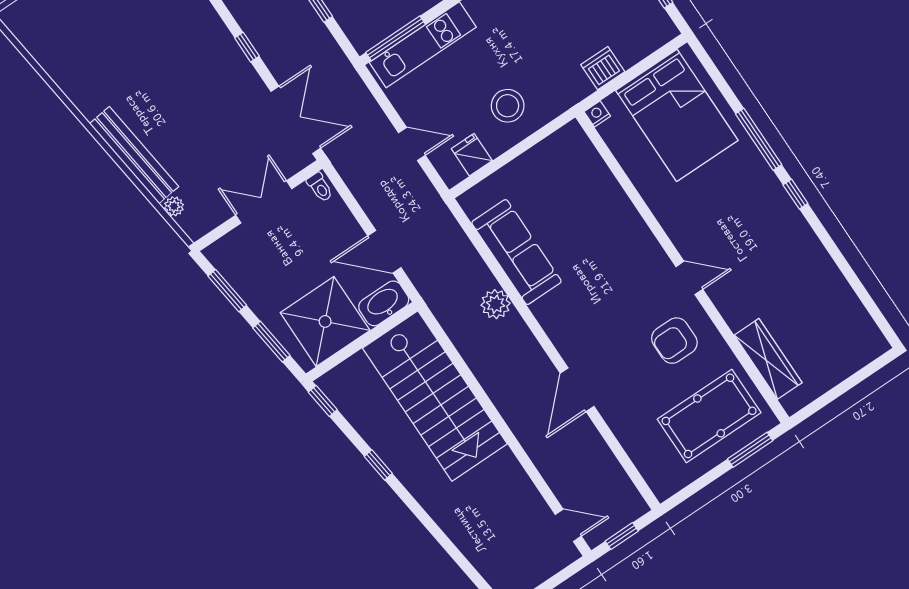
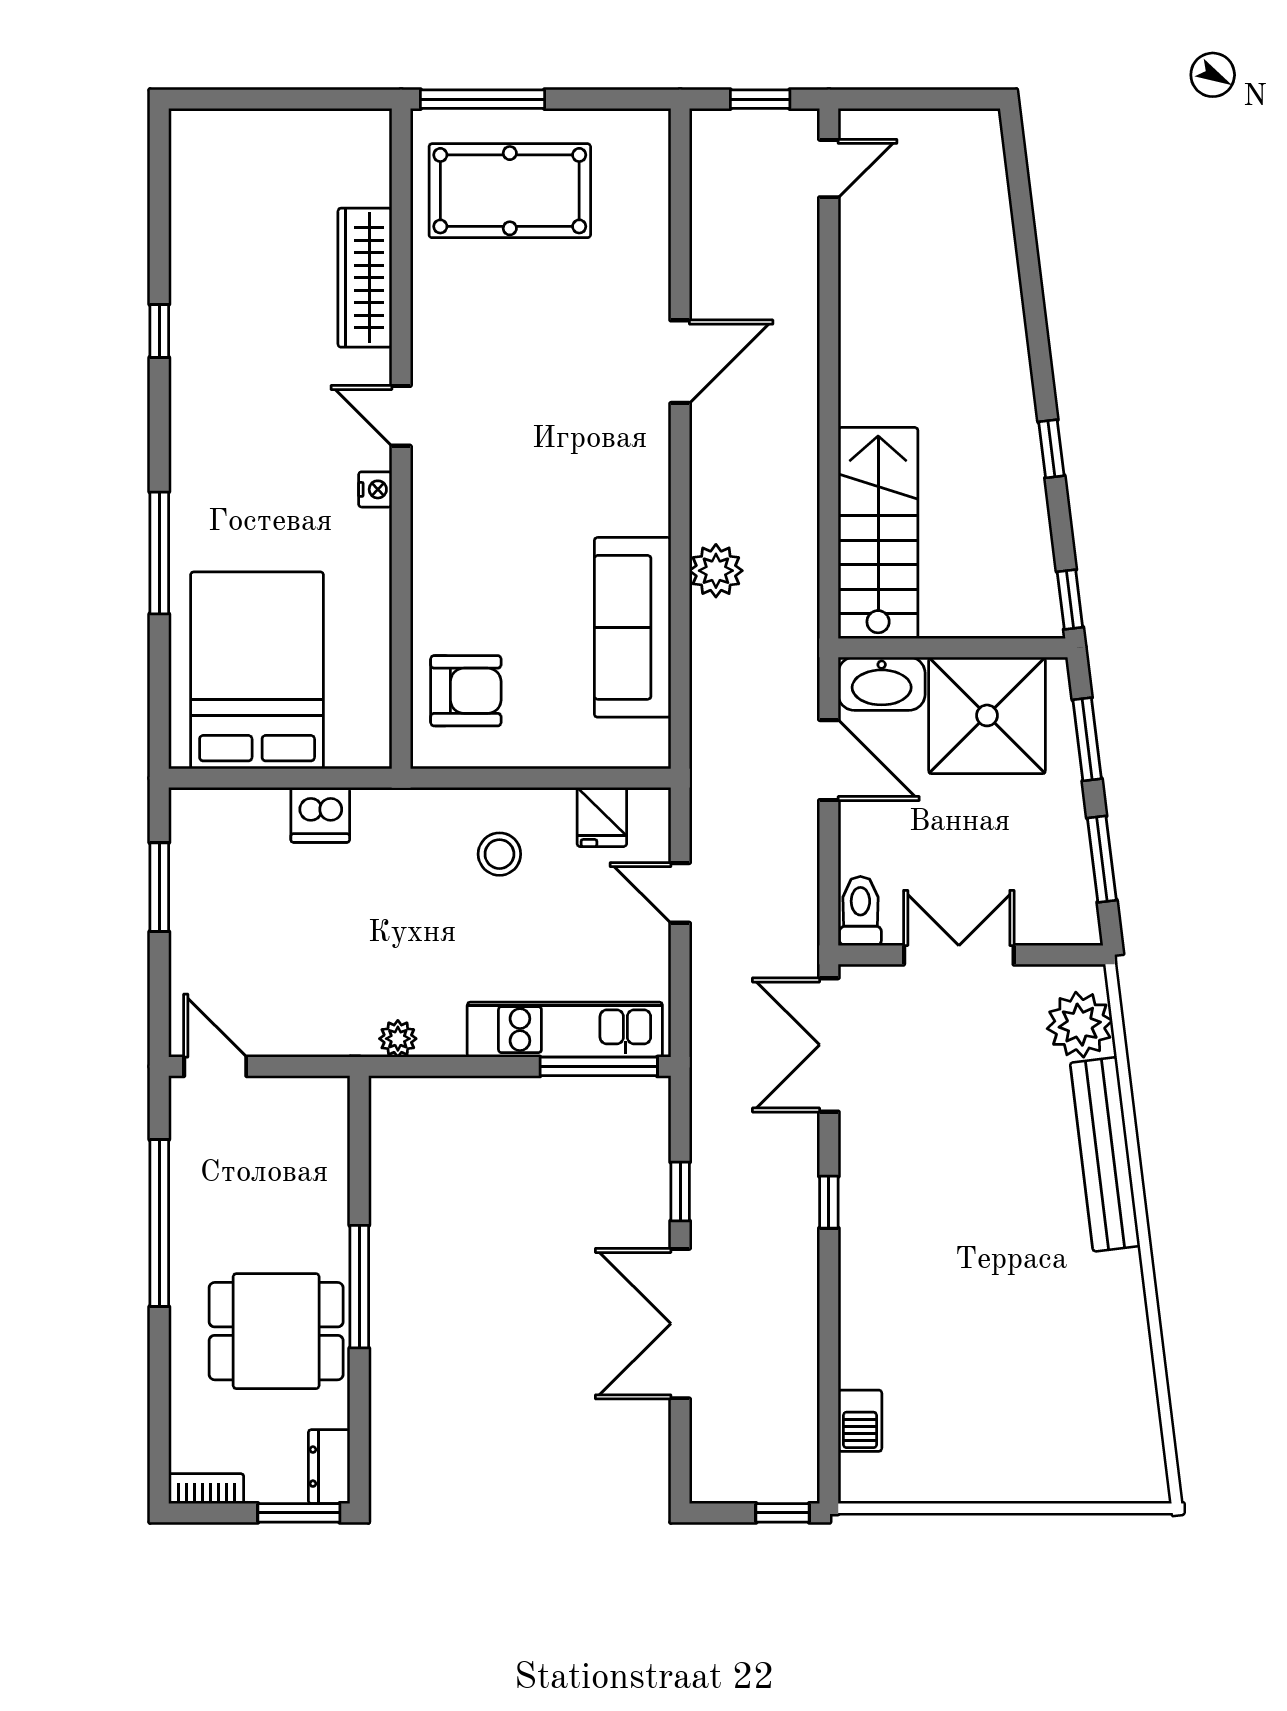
stool: (508, 106) -> (499, 854), width x0.73, depth x0.73
nightstand: (597, 114) -> (375, 489), moved, turned -90
toilet: (320, 187) -> (860, 911), width x1.37, depth x1.39
window: (795, 194) -> (159, 331), moved
double door: (264, 202) -> (959, 955), swing flipped
plant: (174, 206) -> (1080, 1025), width x1.87, depth x1.87
armchair: (674, 341) -> (466, 691), moved
wardrobe: (768, 359) -> (365, 278), moved
stairs: (435, 396) -> (878, 533), width x0.73, depth x0.66
window: (750, 450) -> (482, 99), width x1.44
door: (568, 525) -> (829, 169), swing flipped

